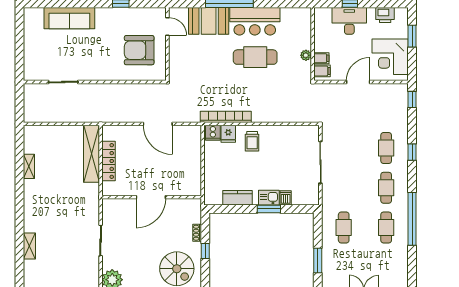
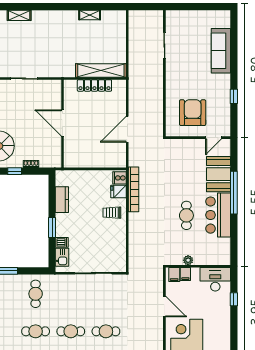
printer: (385, 15) -> (224, 330), removed
desk: (349, 21) -> (215, 279), moved, turned -90
cafe table: (255, 57) -> (186, 215), width x0.73, depth x0.74
kitchen sink: (269, 198) -> (62, 257), moved
cafe table: (344, 227) -> (36, 294), turned 90

